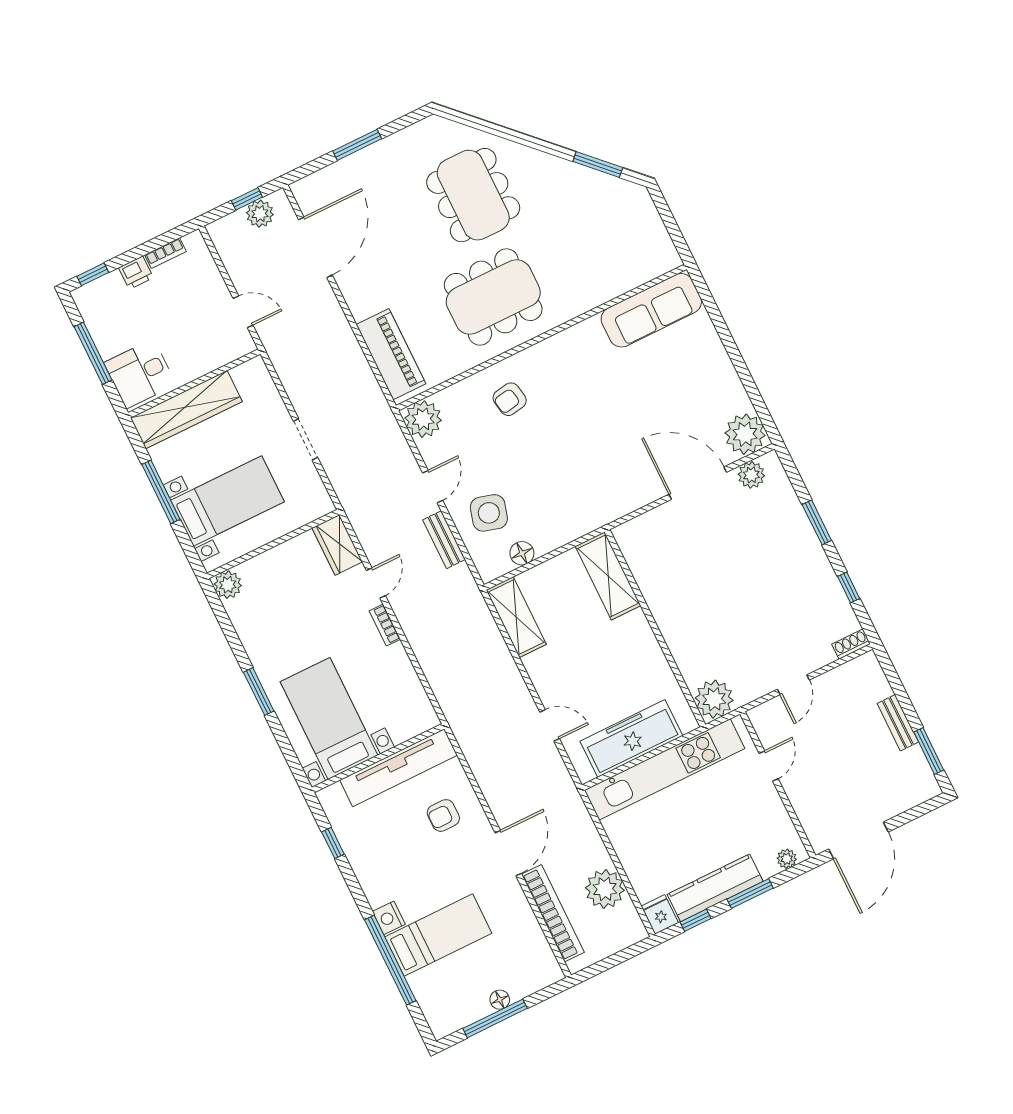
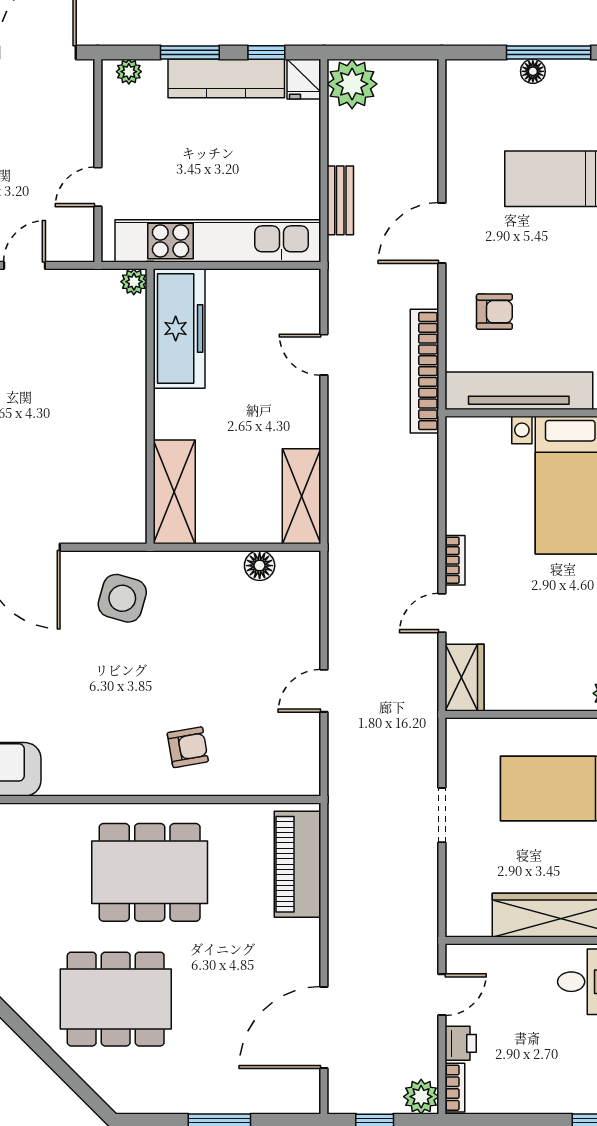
dining table: (473, 195) -> (116, 999), turned 90
plant: (260, 214) -> (421, 1097), moved
bookcase: (165, 253) -> (455, 1088), moved, turned 90
printer: (136, 273) -> (461, 1043), moved, turned 90
door: (243, 312) -> (442, 995), swing flipped
plant: (423, 419) -> (297, 773), removed
side table: (489, 513) -> (122, 598), moved
bench: (444, 540) -> (340, 200), moved
plant: (714, 699) -> (134, 282), width x0.53, depth x0.53
freezer: (631, 739) -> (179, 329), moved, turned -90
plant: (605, 889) -> (352, 84), moved
bookcase: (553, 913) -> (424, 371), moved

